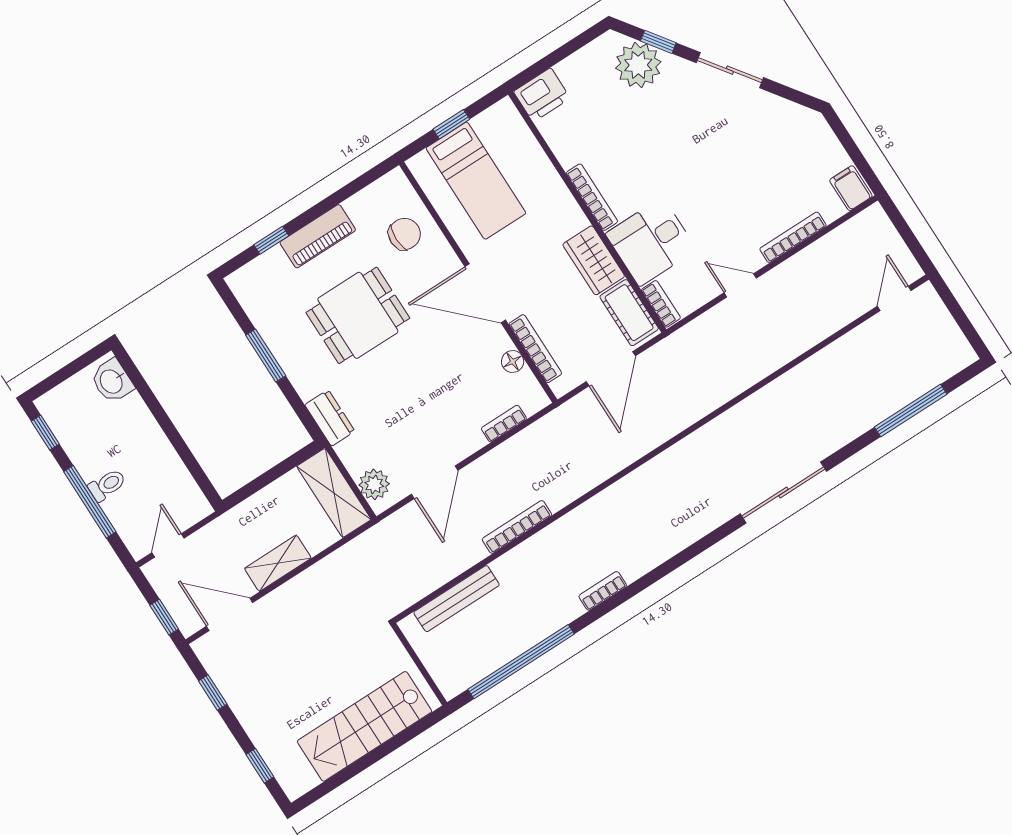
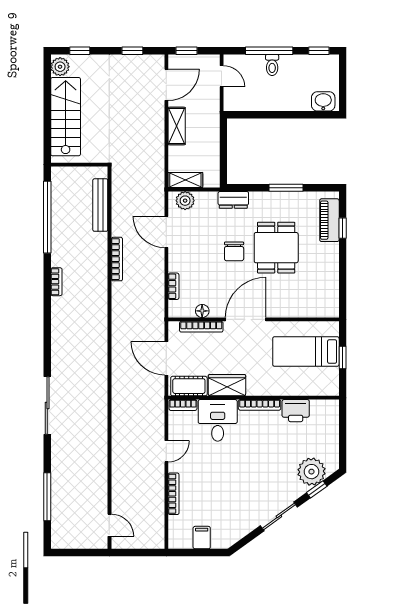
printer: (542, 95) -> (296, 411), moved, turned -90
filing cabinet: (851, 188) -> (202, 538), moved, turned -90
chair: (404, 234) -> (234, 251), moved
piano: (318, 236) -> (329, 220), moved
shelving: (334, 493) -> (185, 180), width x0.67, depth x0.75
plant: (300, 779) -> (60, 67), added

